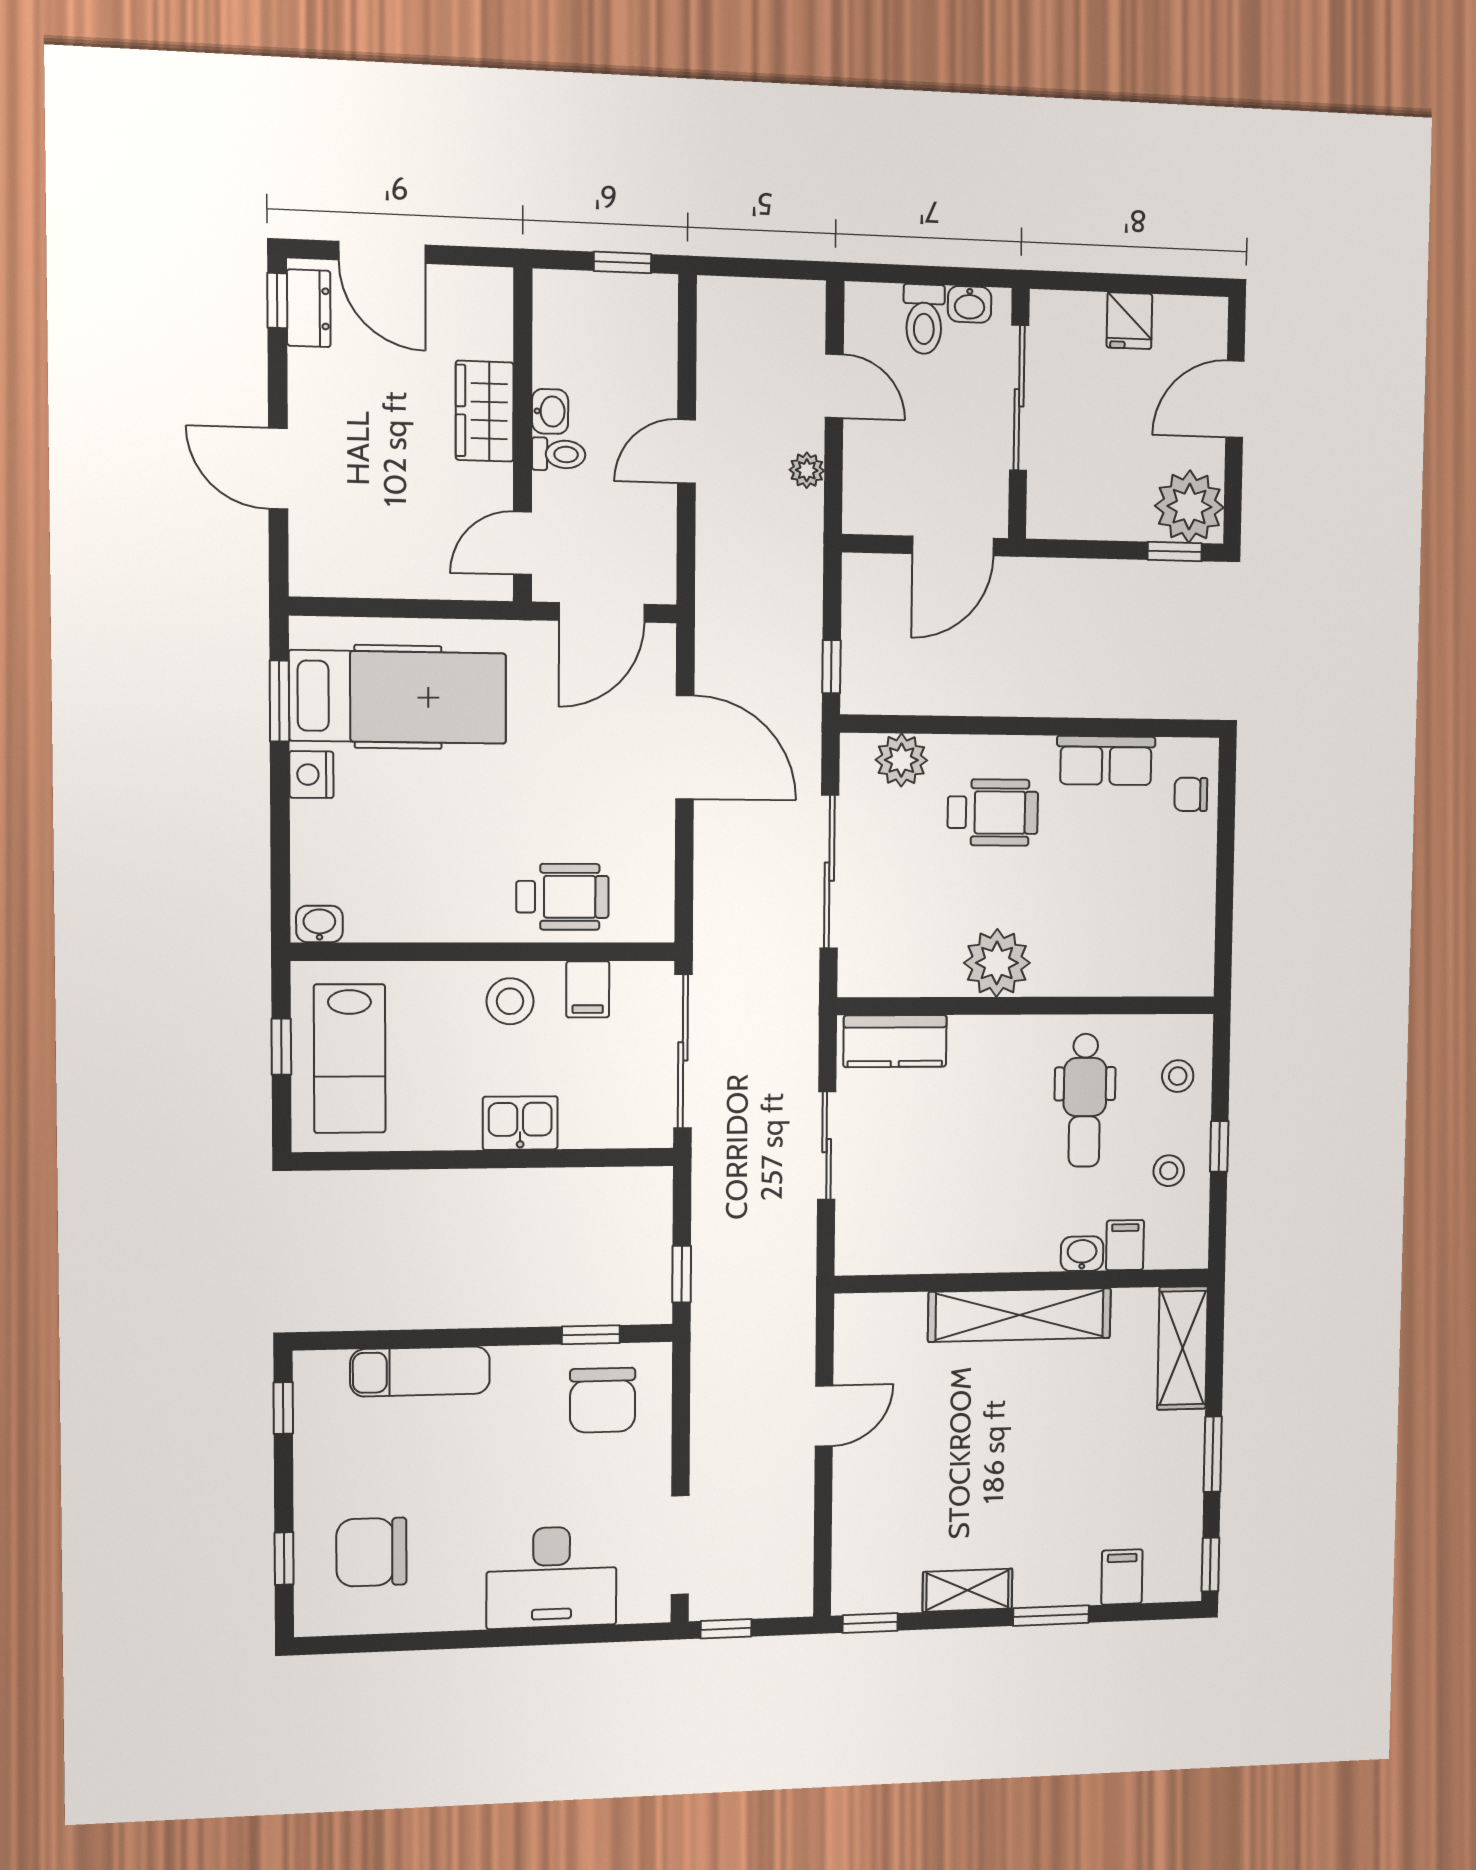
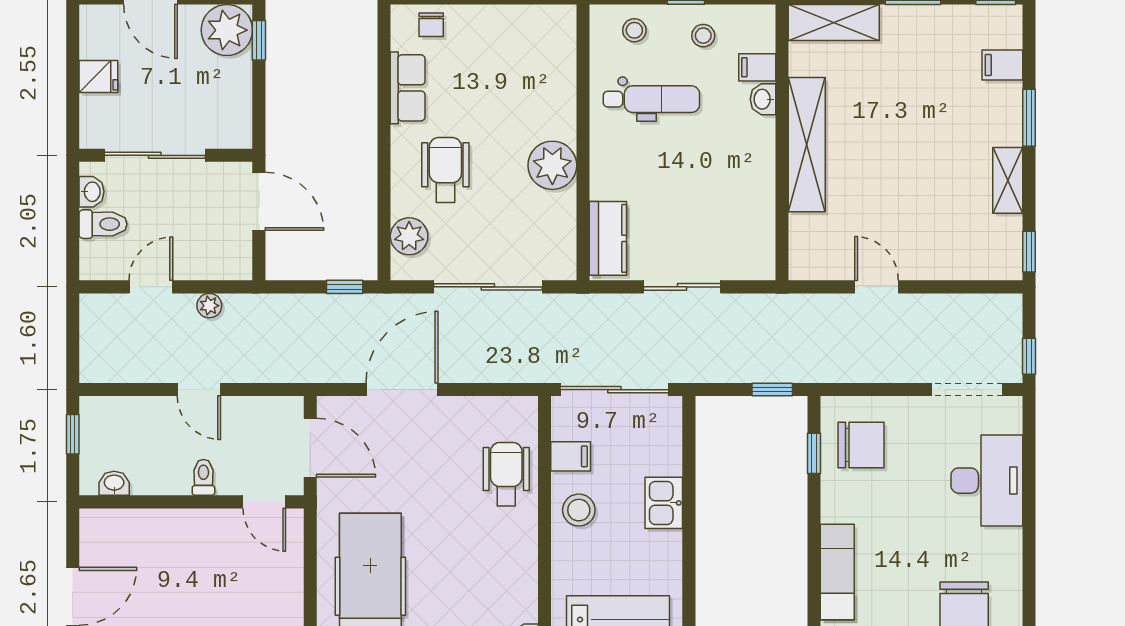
wardrobe: (485, 411) -> (176, 528), removed
washbasin: (550, 411) -> (114, 483), moved

